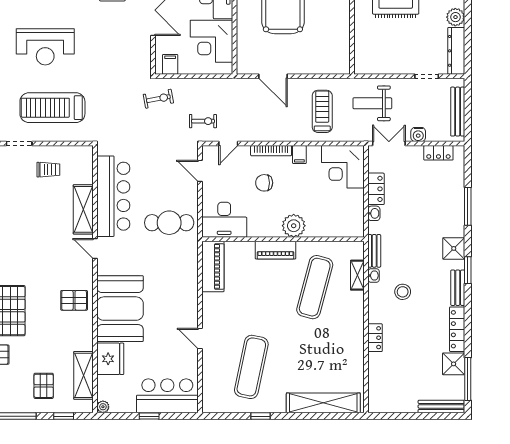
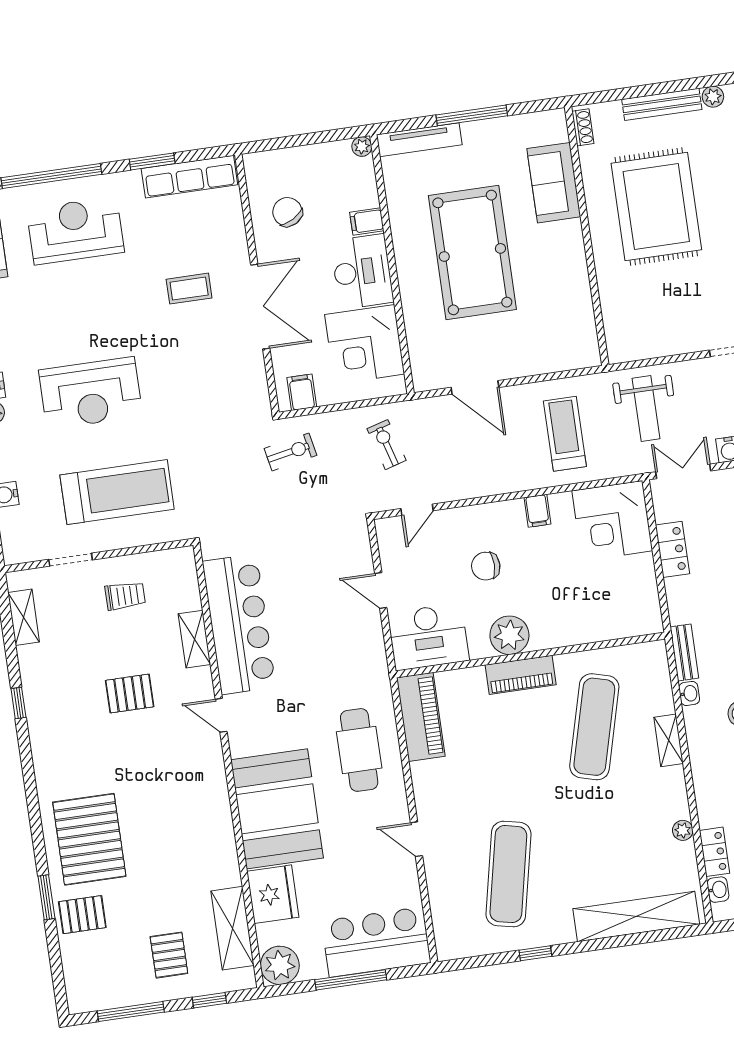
weight bench: (372, 103) -> (646, 409), turned -90
treadmill: (52, 108) -> (117, 492), turned 180
exercise bike: (203, 121) -> (387, 445), moved, turned -106
bookcase: (271, 151) -> (490, 511), removed
door: (200, 171) -> (381, 591), moved
shelving: (83, 209) -> (194, 639), width x0.67, depth x0.75
washbasin: (374, 213) -> (718, 890), moved
cafe table: (169, 223) -> (359, 750), moved, turned 90
plant: (294, 226) -> (509, 635), moved
shelving: (357, 275) -> (669, 740), moved
pallet: (74, 300) -> (130, 694), moved
locker: (375, 338) -> (714, 852), moved
plant: (358, 356) -> (683, 830), added
plant: (103, 407) -> (280, 965), width x1.88, depth x1.88
window: (149, 416) -> (351, 980), width x2.17

